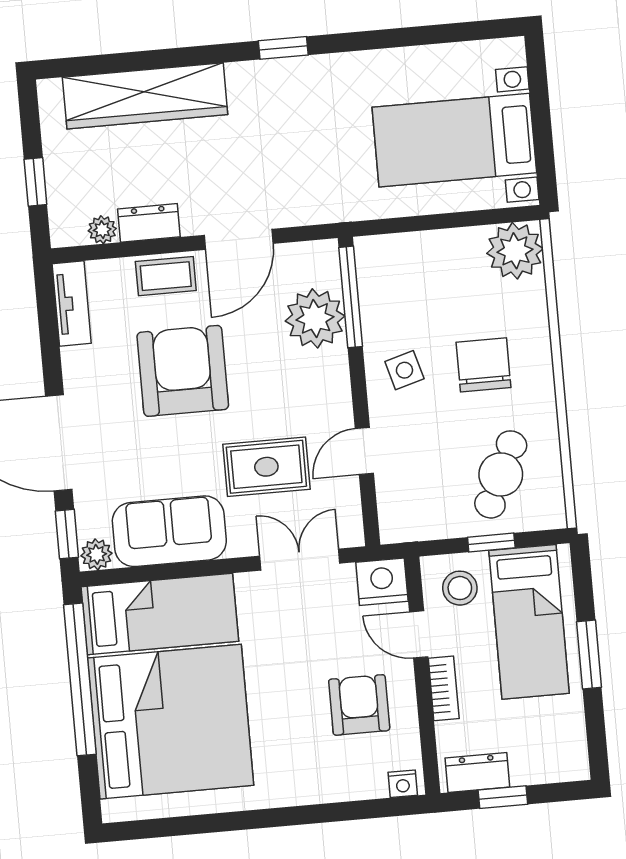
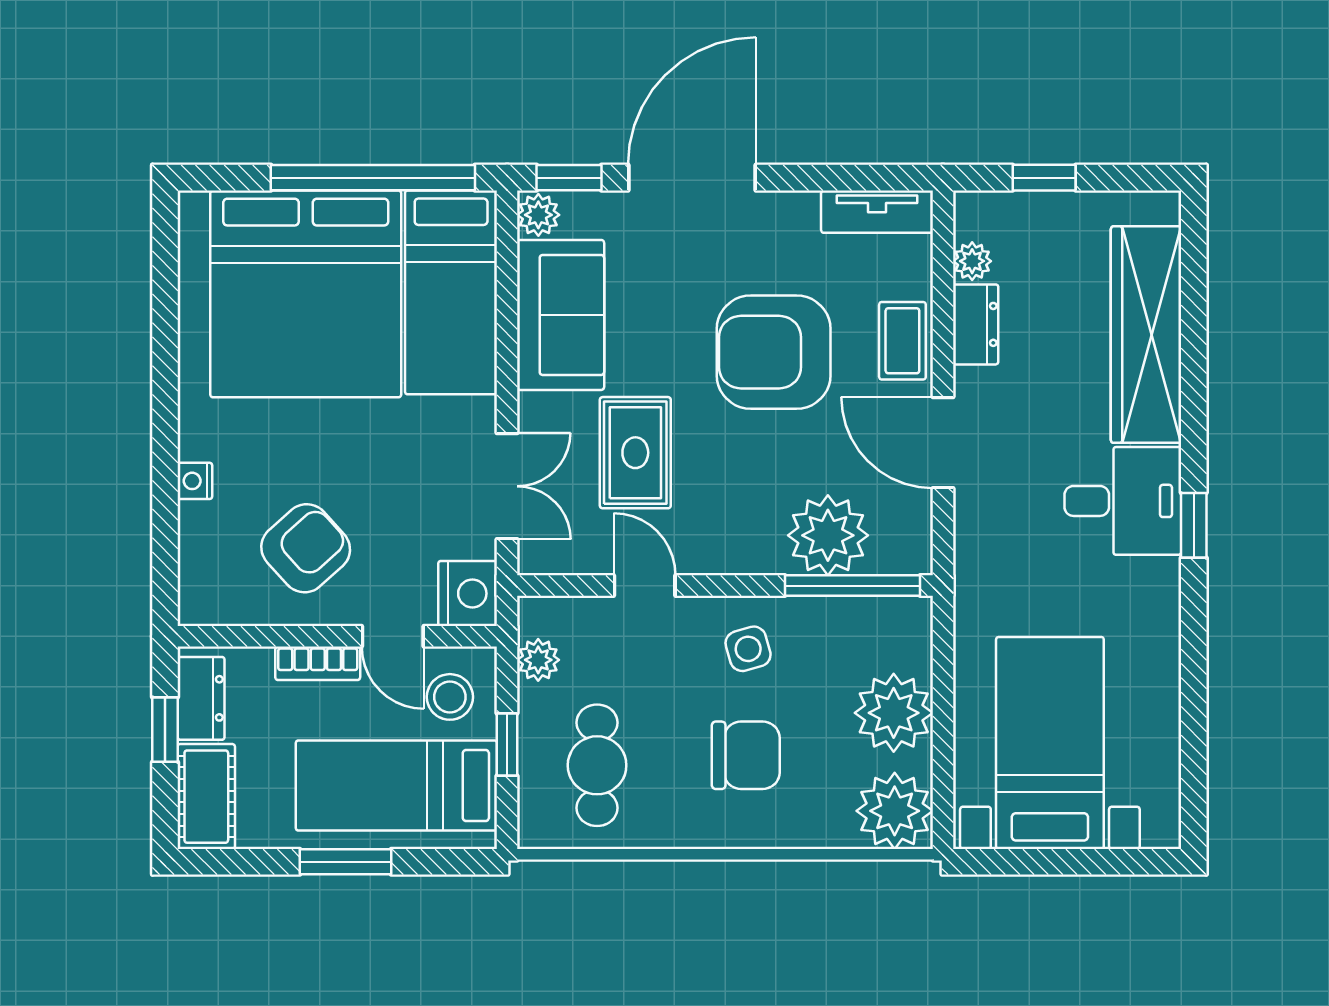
desk: (270, 102) -> (1123, 501), added
plant: (442, 258) -> (894, 713), added
armchair: (183, 371) -> (774, 352), turned 180
cafe table: (501, 474) -> (597, 765), turned 65
plant: (427, 525) -> (538, 660), added
door: (419, 634) -> (393, 636), swing flipped
armchair: (359, 705) -> (306, 548), turned -42
cot: (550, 762) -> (206, 797), added
nightstand: (403, 784) -> (195, 481), moved

